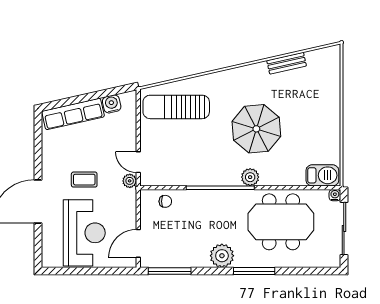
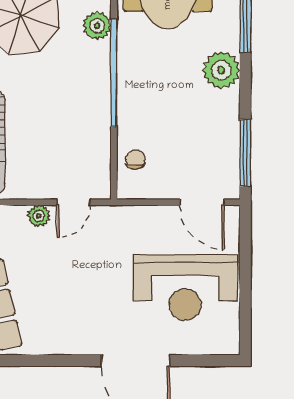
coffee table: (84, 180) -> (101, 287), removed
plant: (130, 181) -> (39, 216), moved
reception desk: (84, 233) -> (185, 288), turned 180

